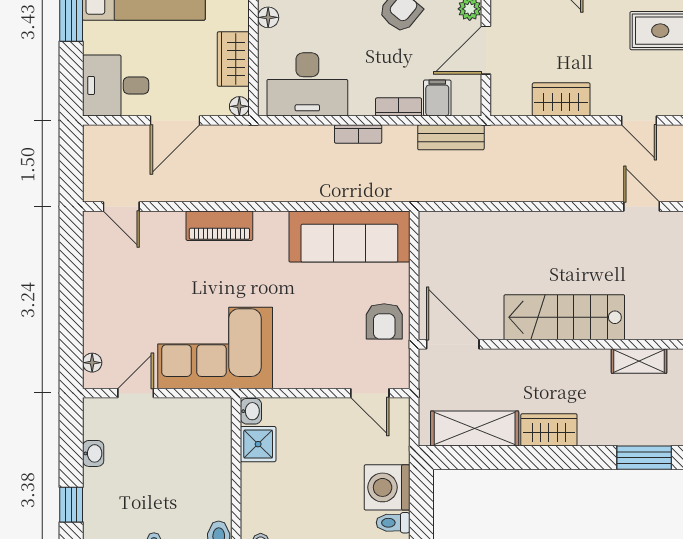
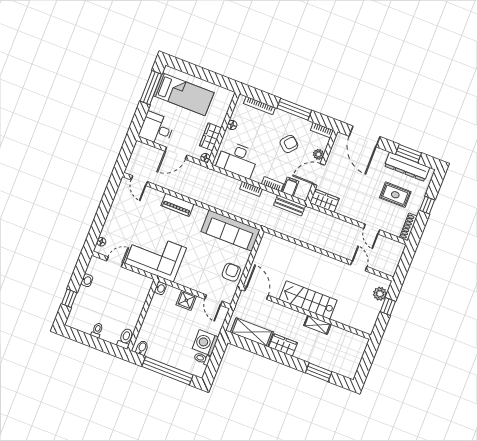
wardrobe: (561, 99) -> (324, 201), moved
armchair: (384, 321) -> (231, 272), turned 180
shelving: (639, 361) -> (317, 325), moved
shower: (258, 444) -> (186, 300), moved

